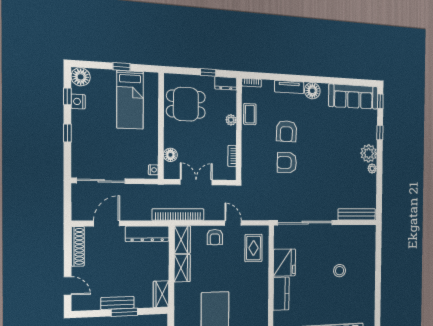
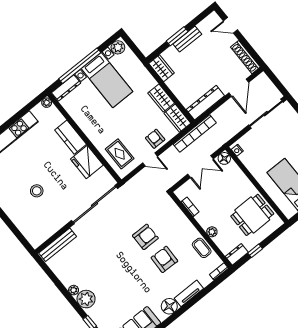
floor lamp: (170, 155) -> (224, 158), moved

